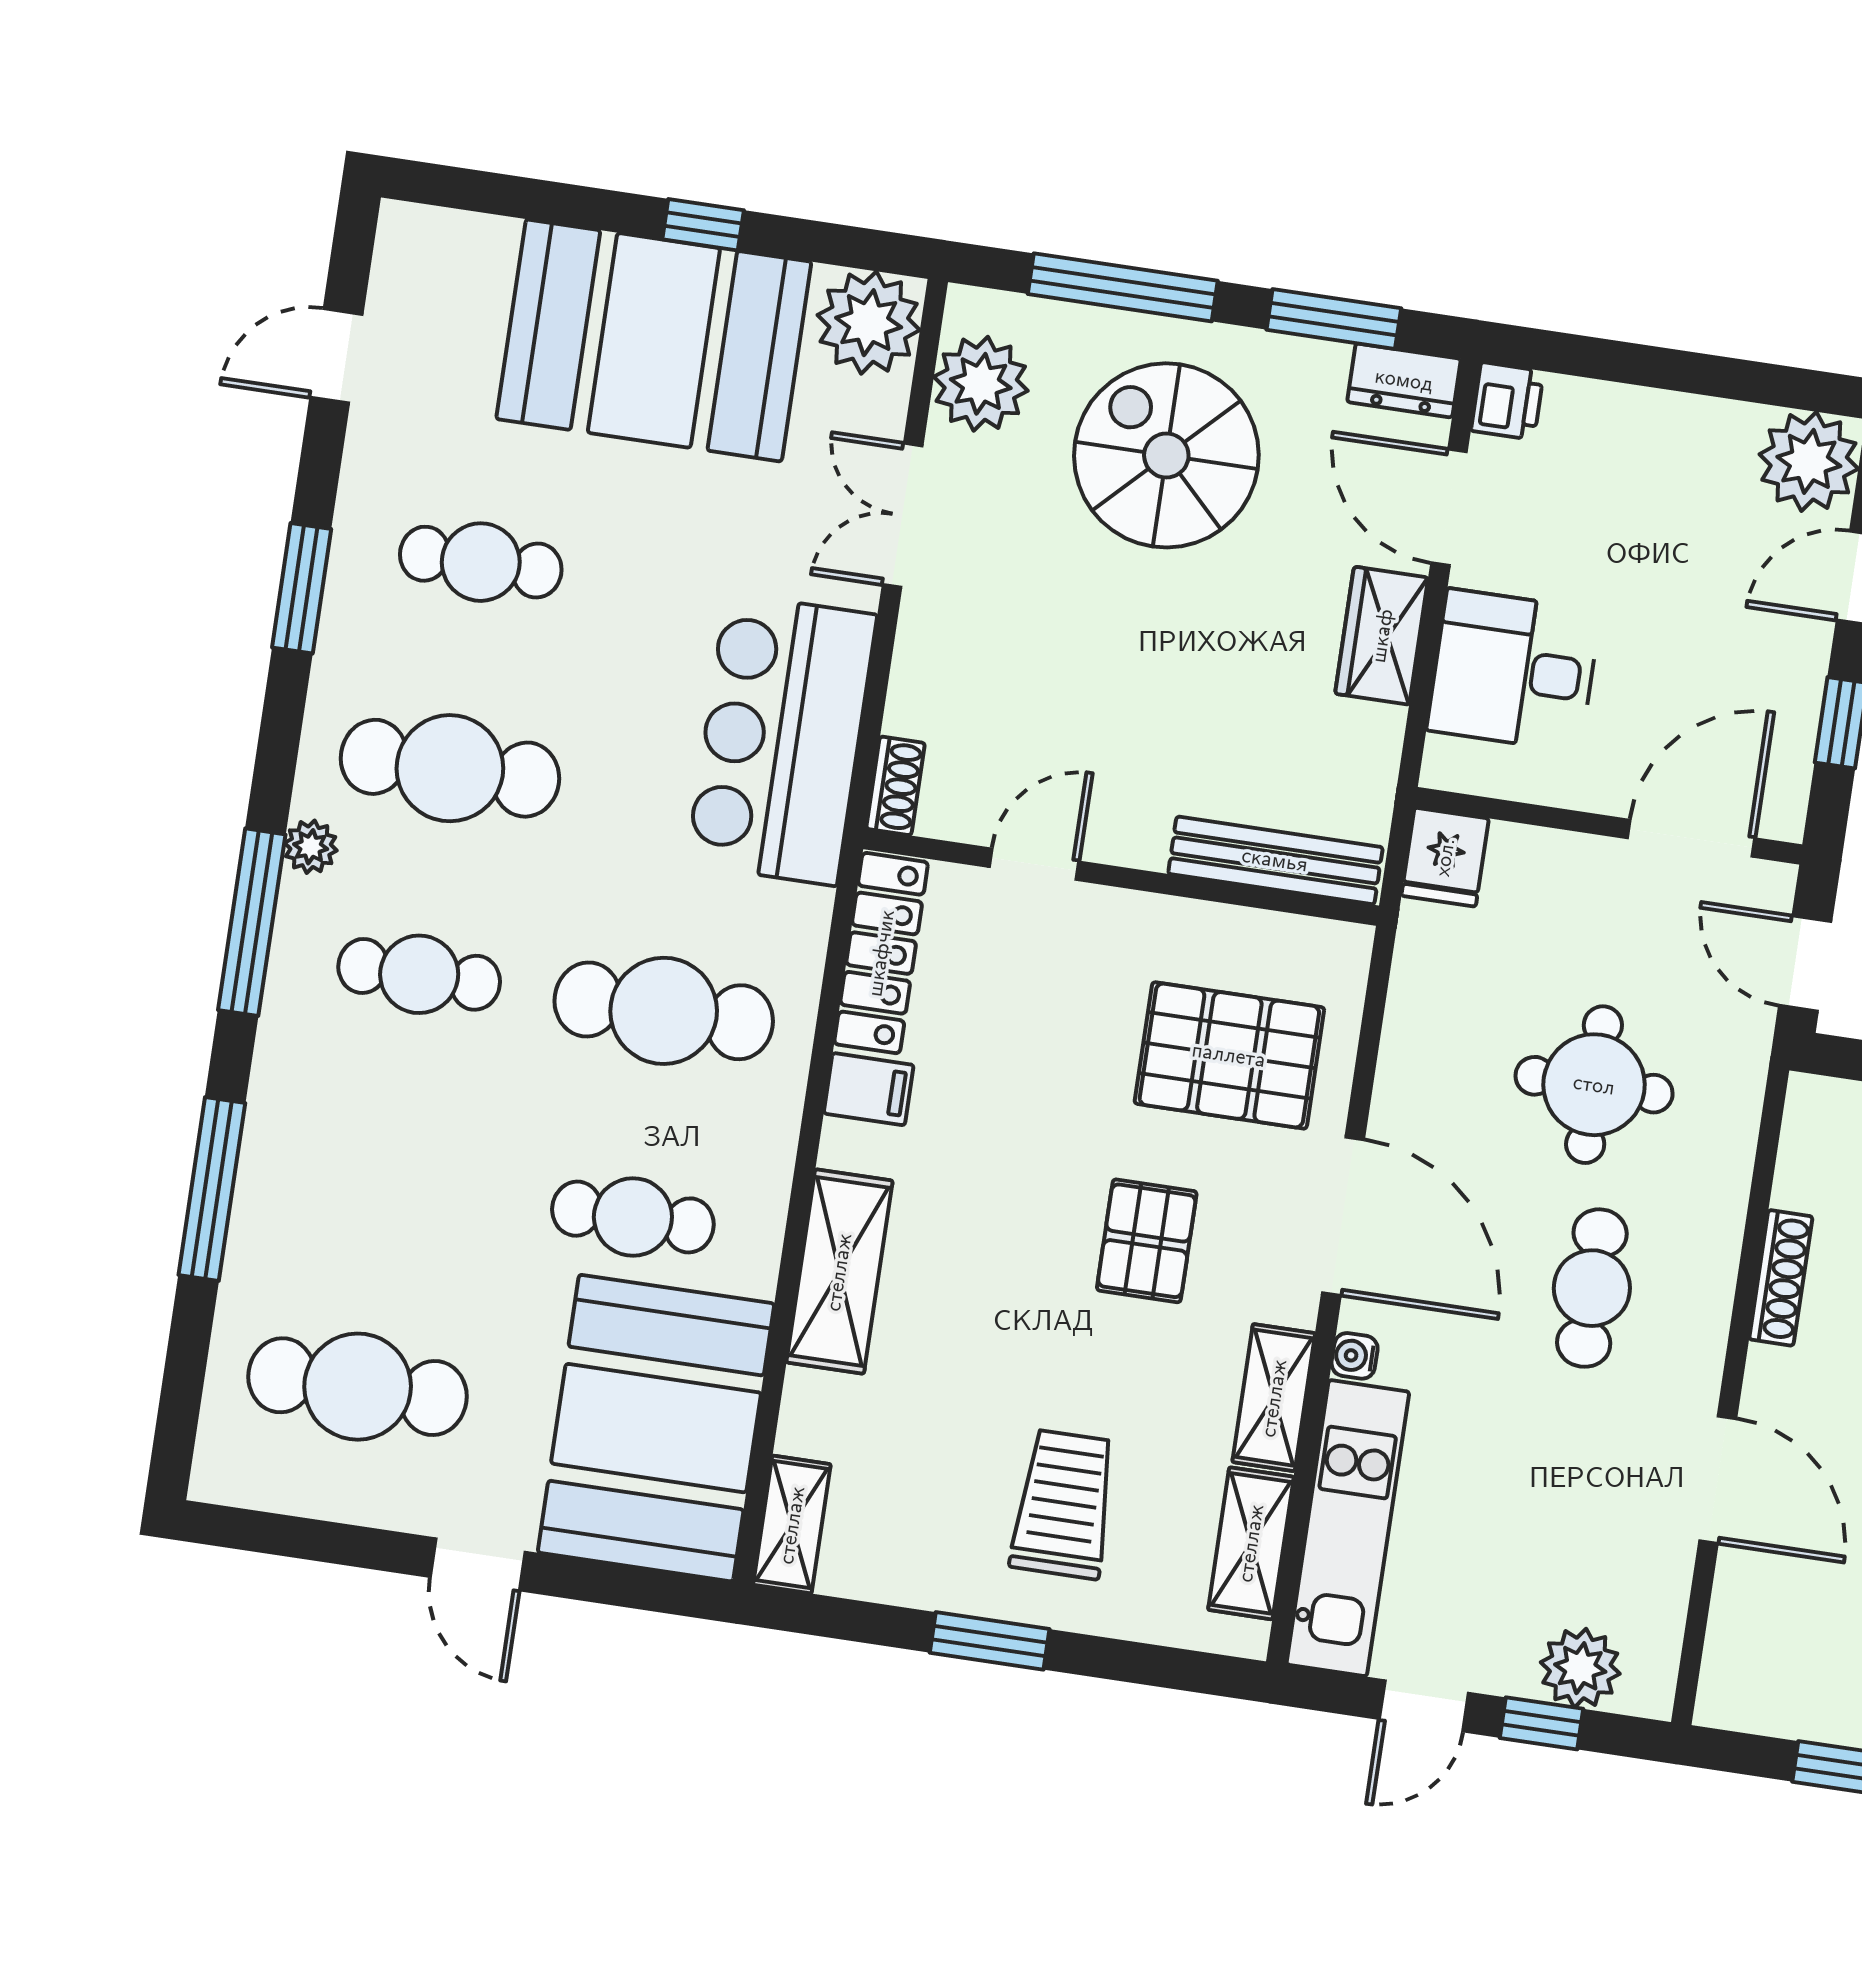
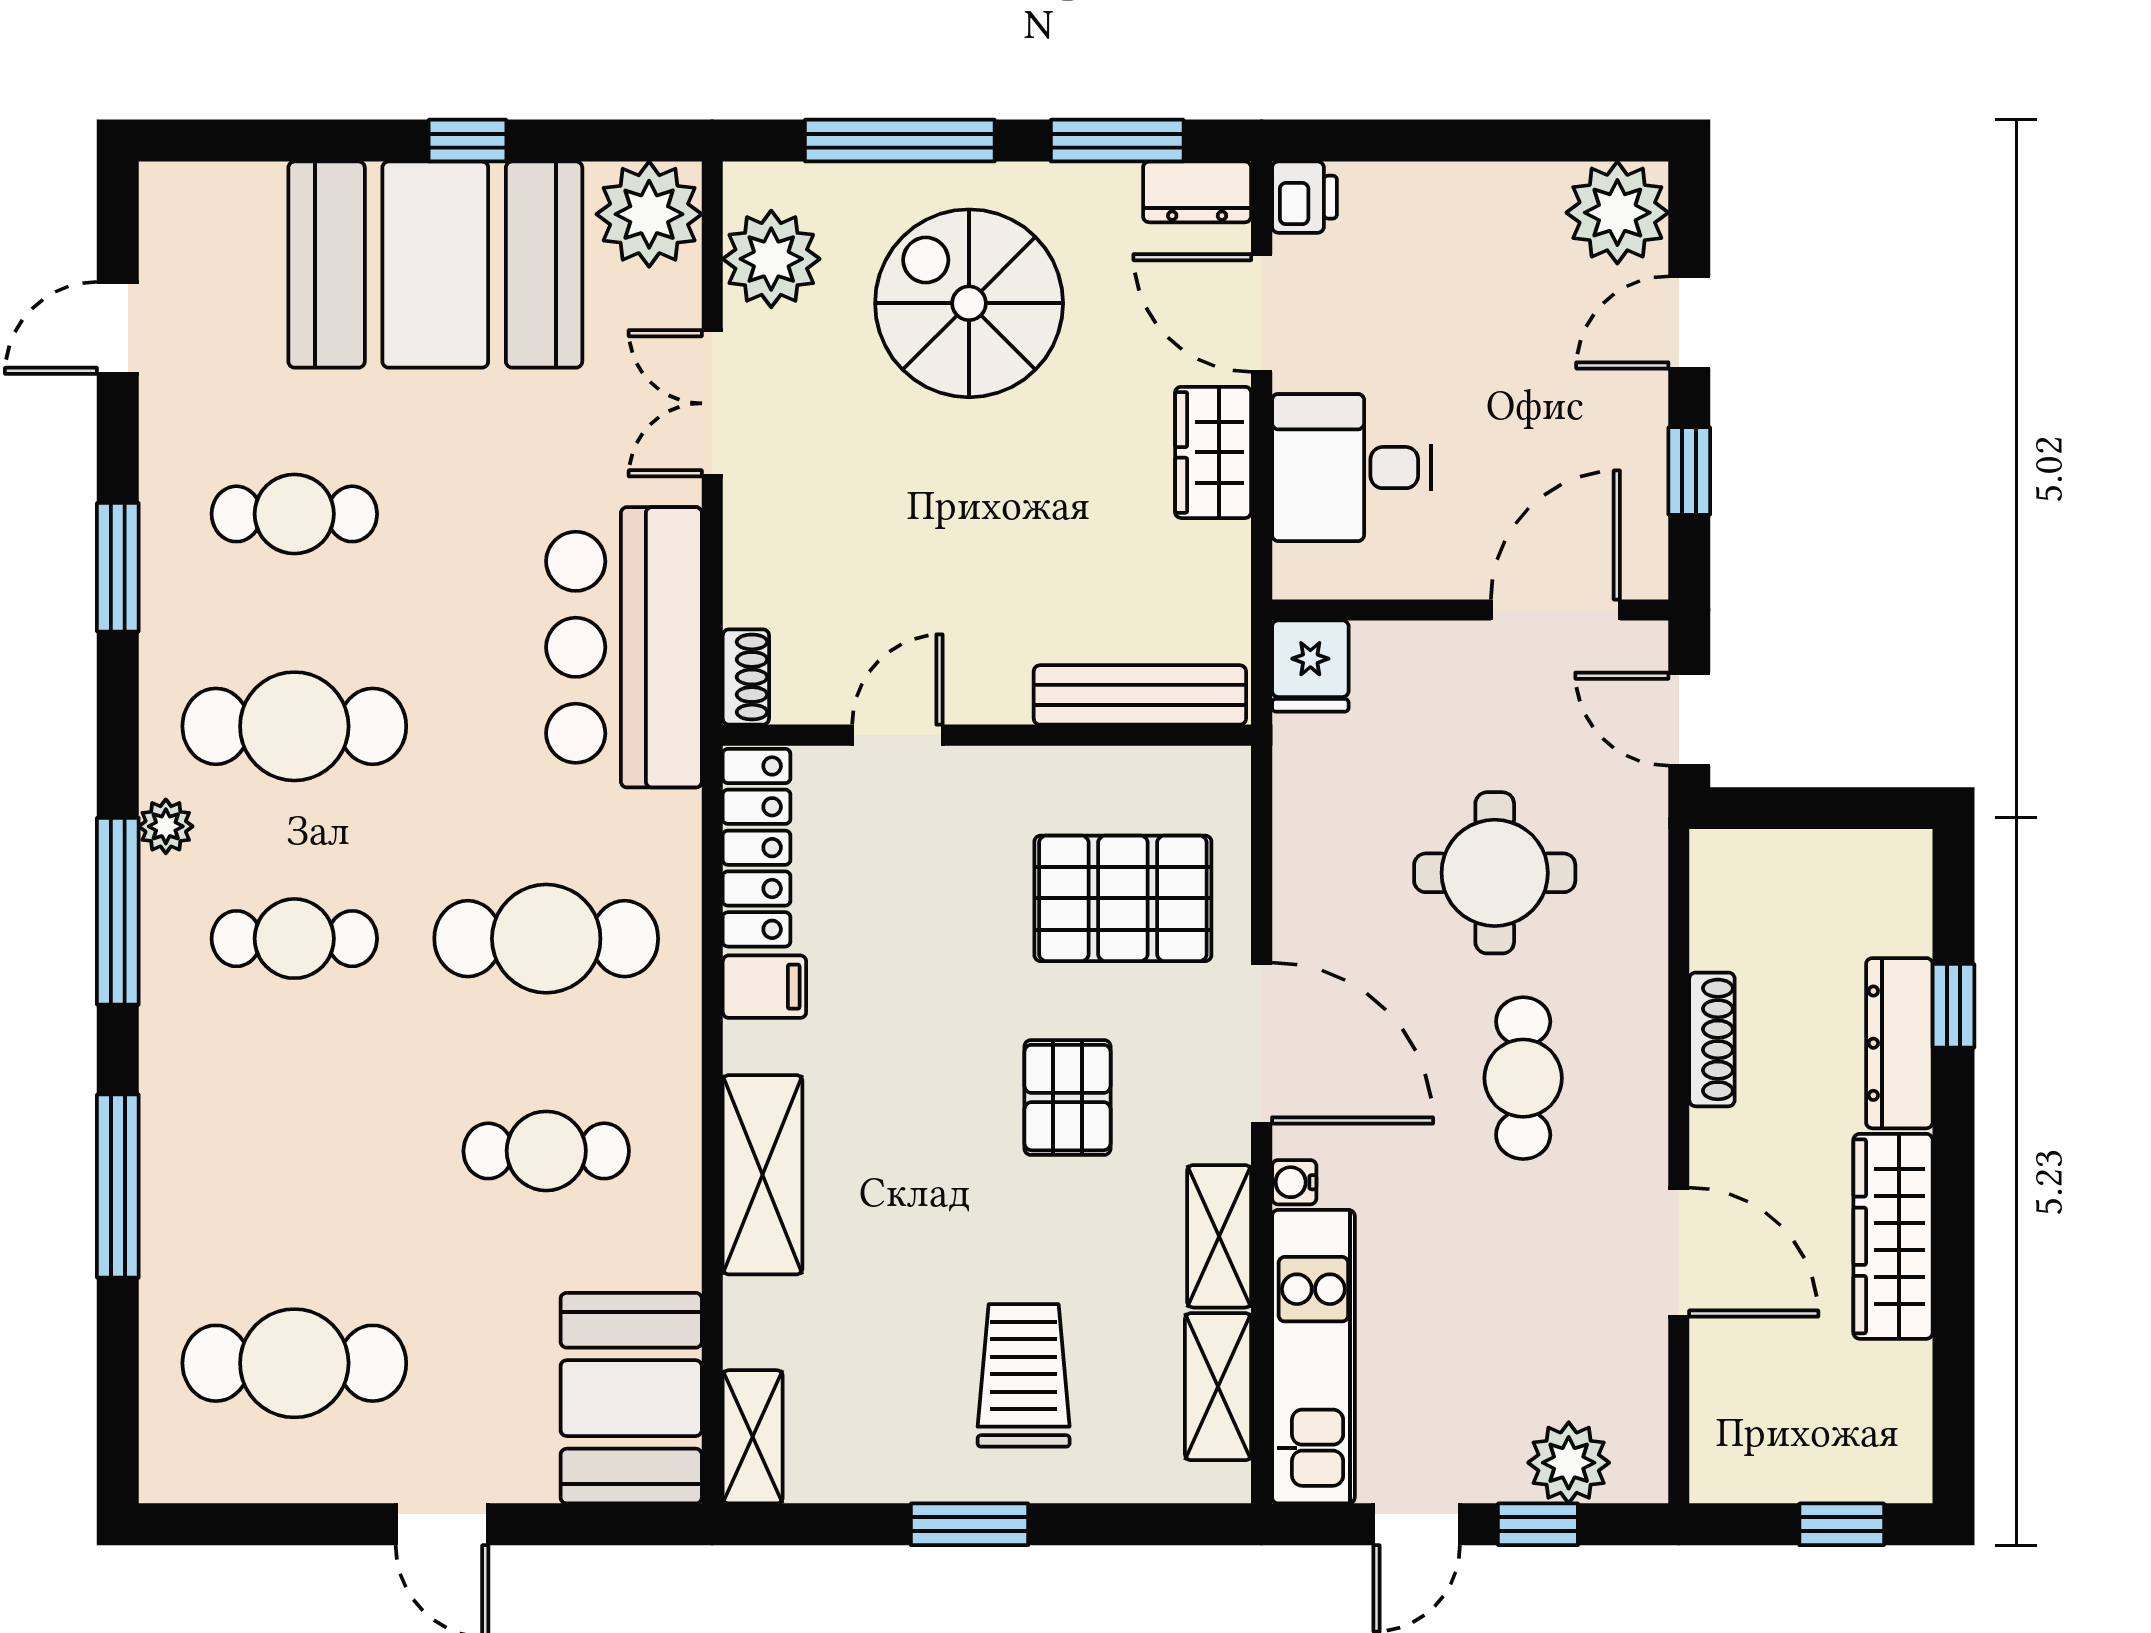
booth: (656, 1428) -> (631, 1398), width x0.73, depth x0.70

